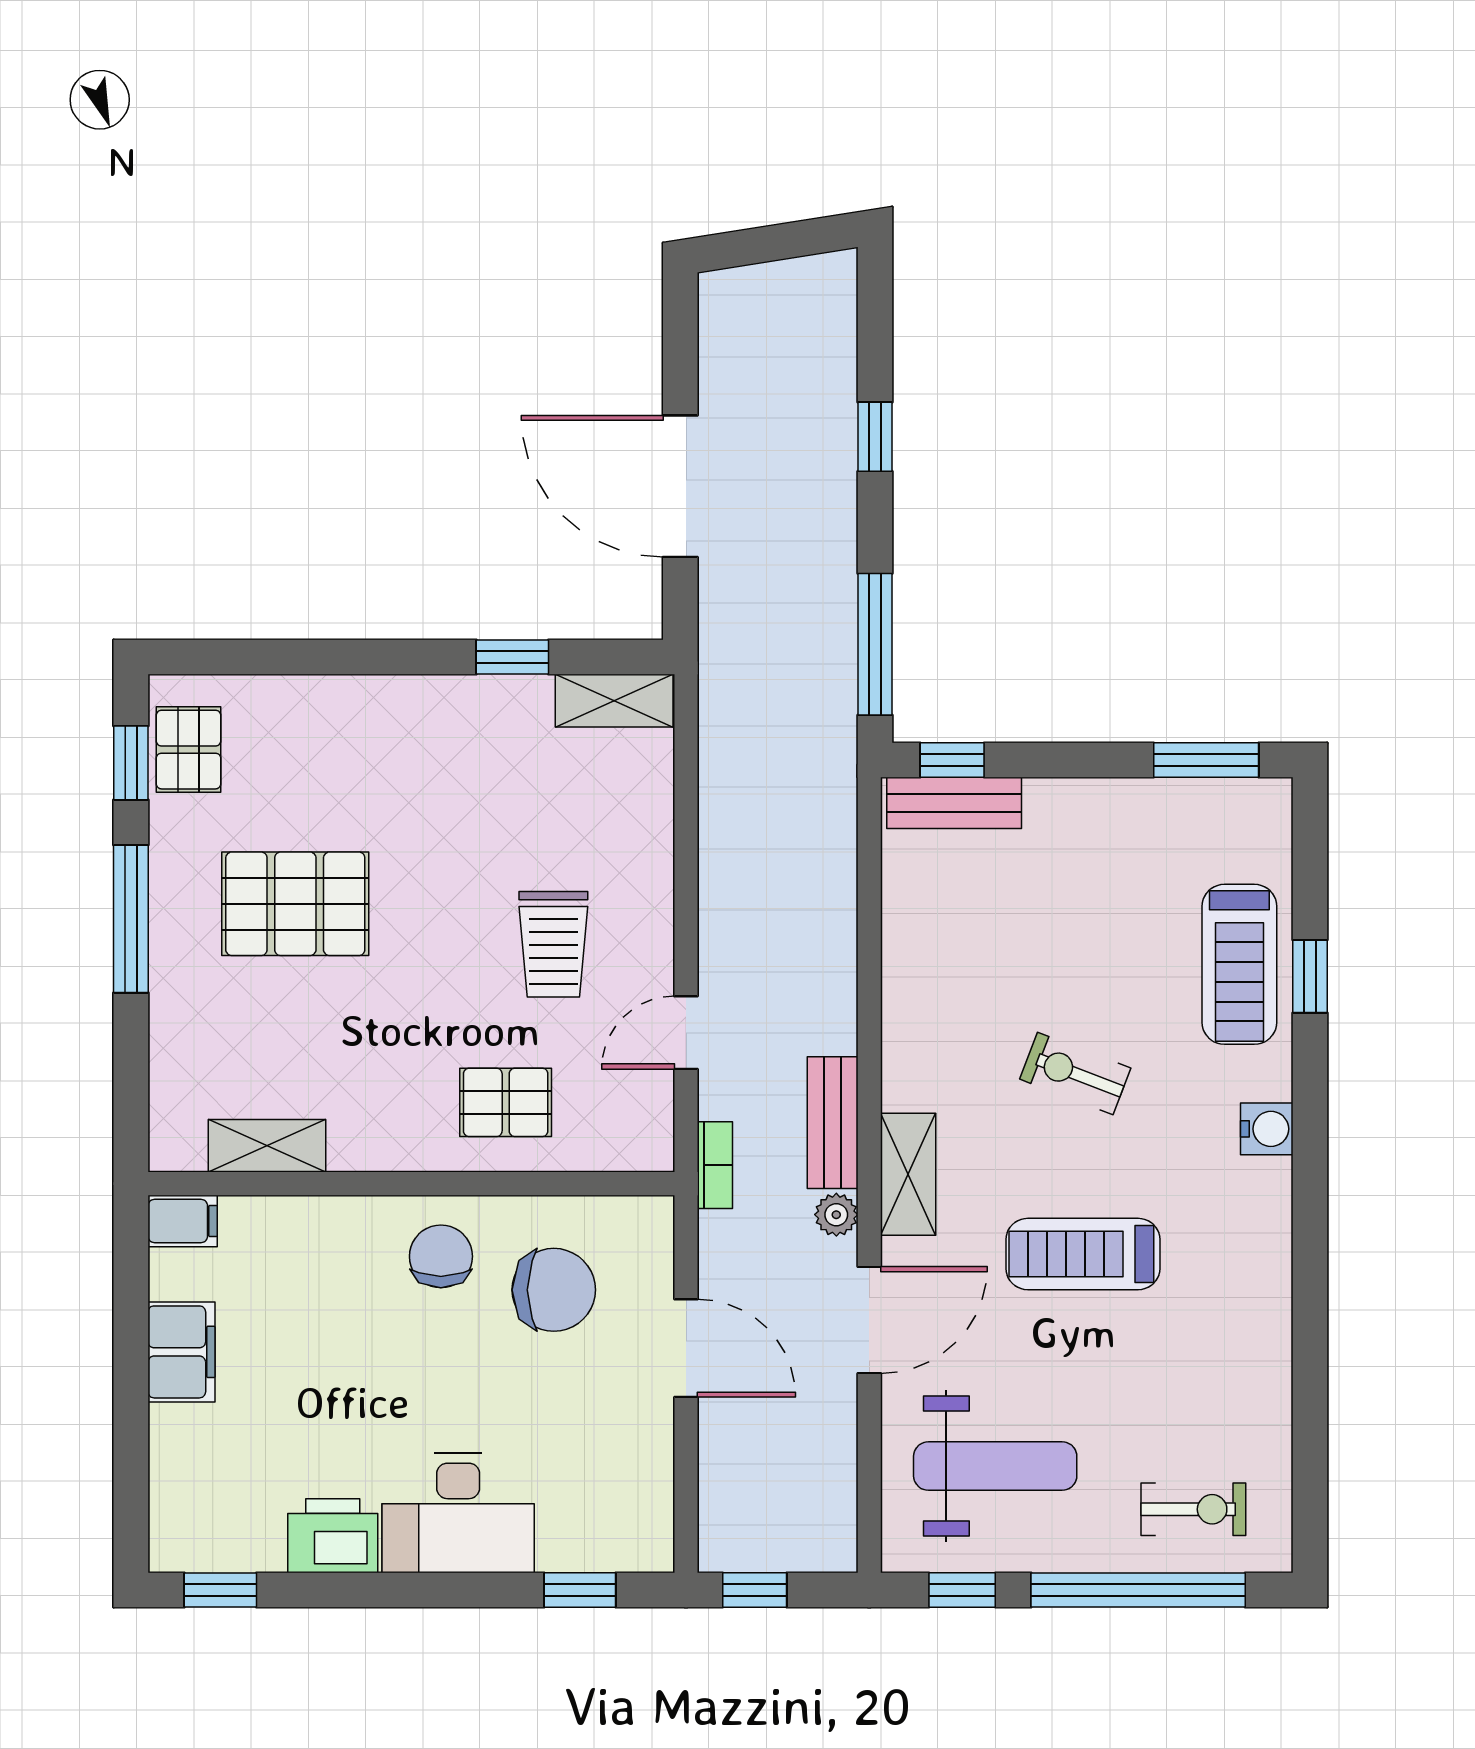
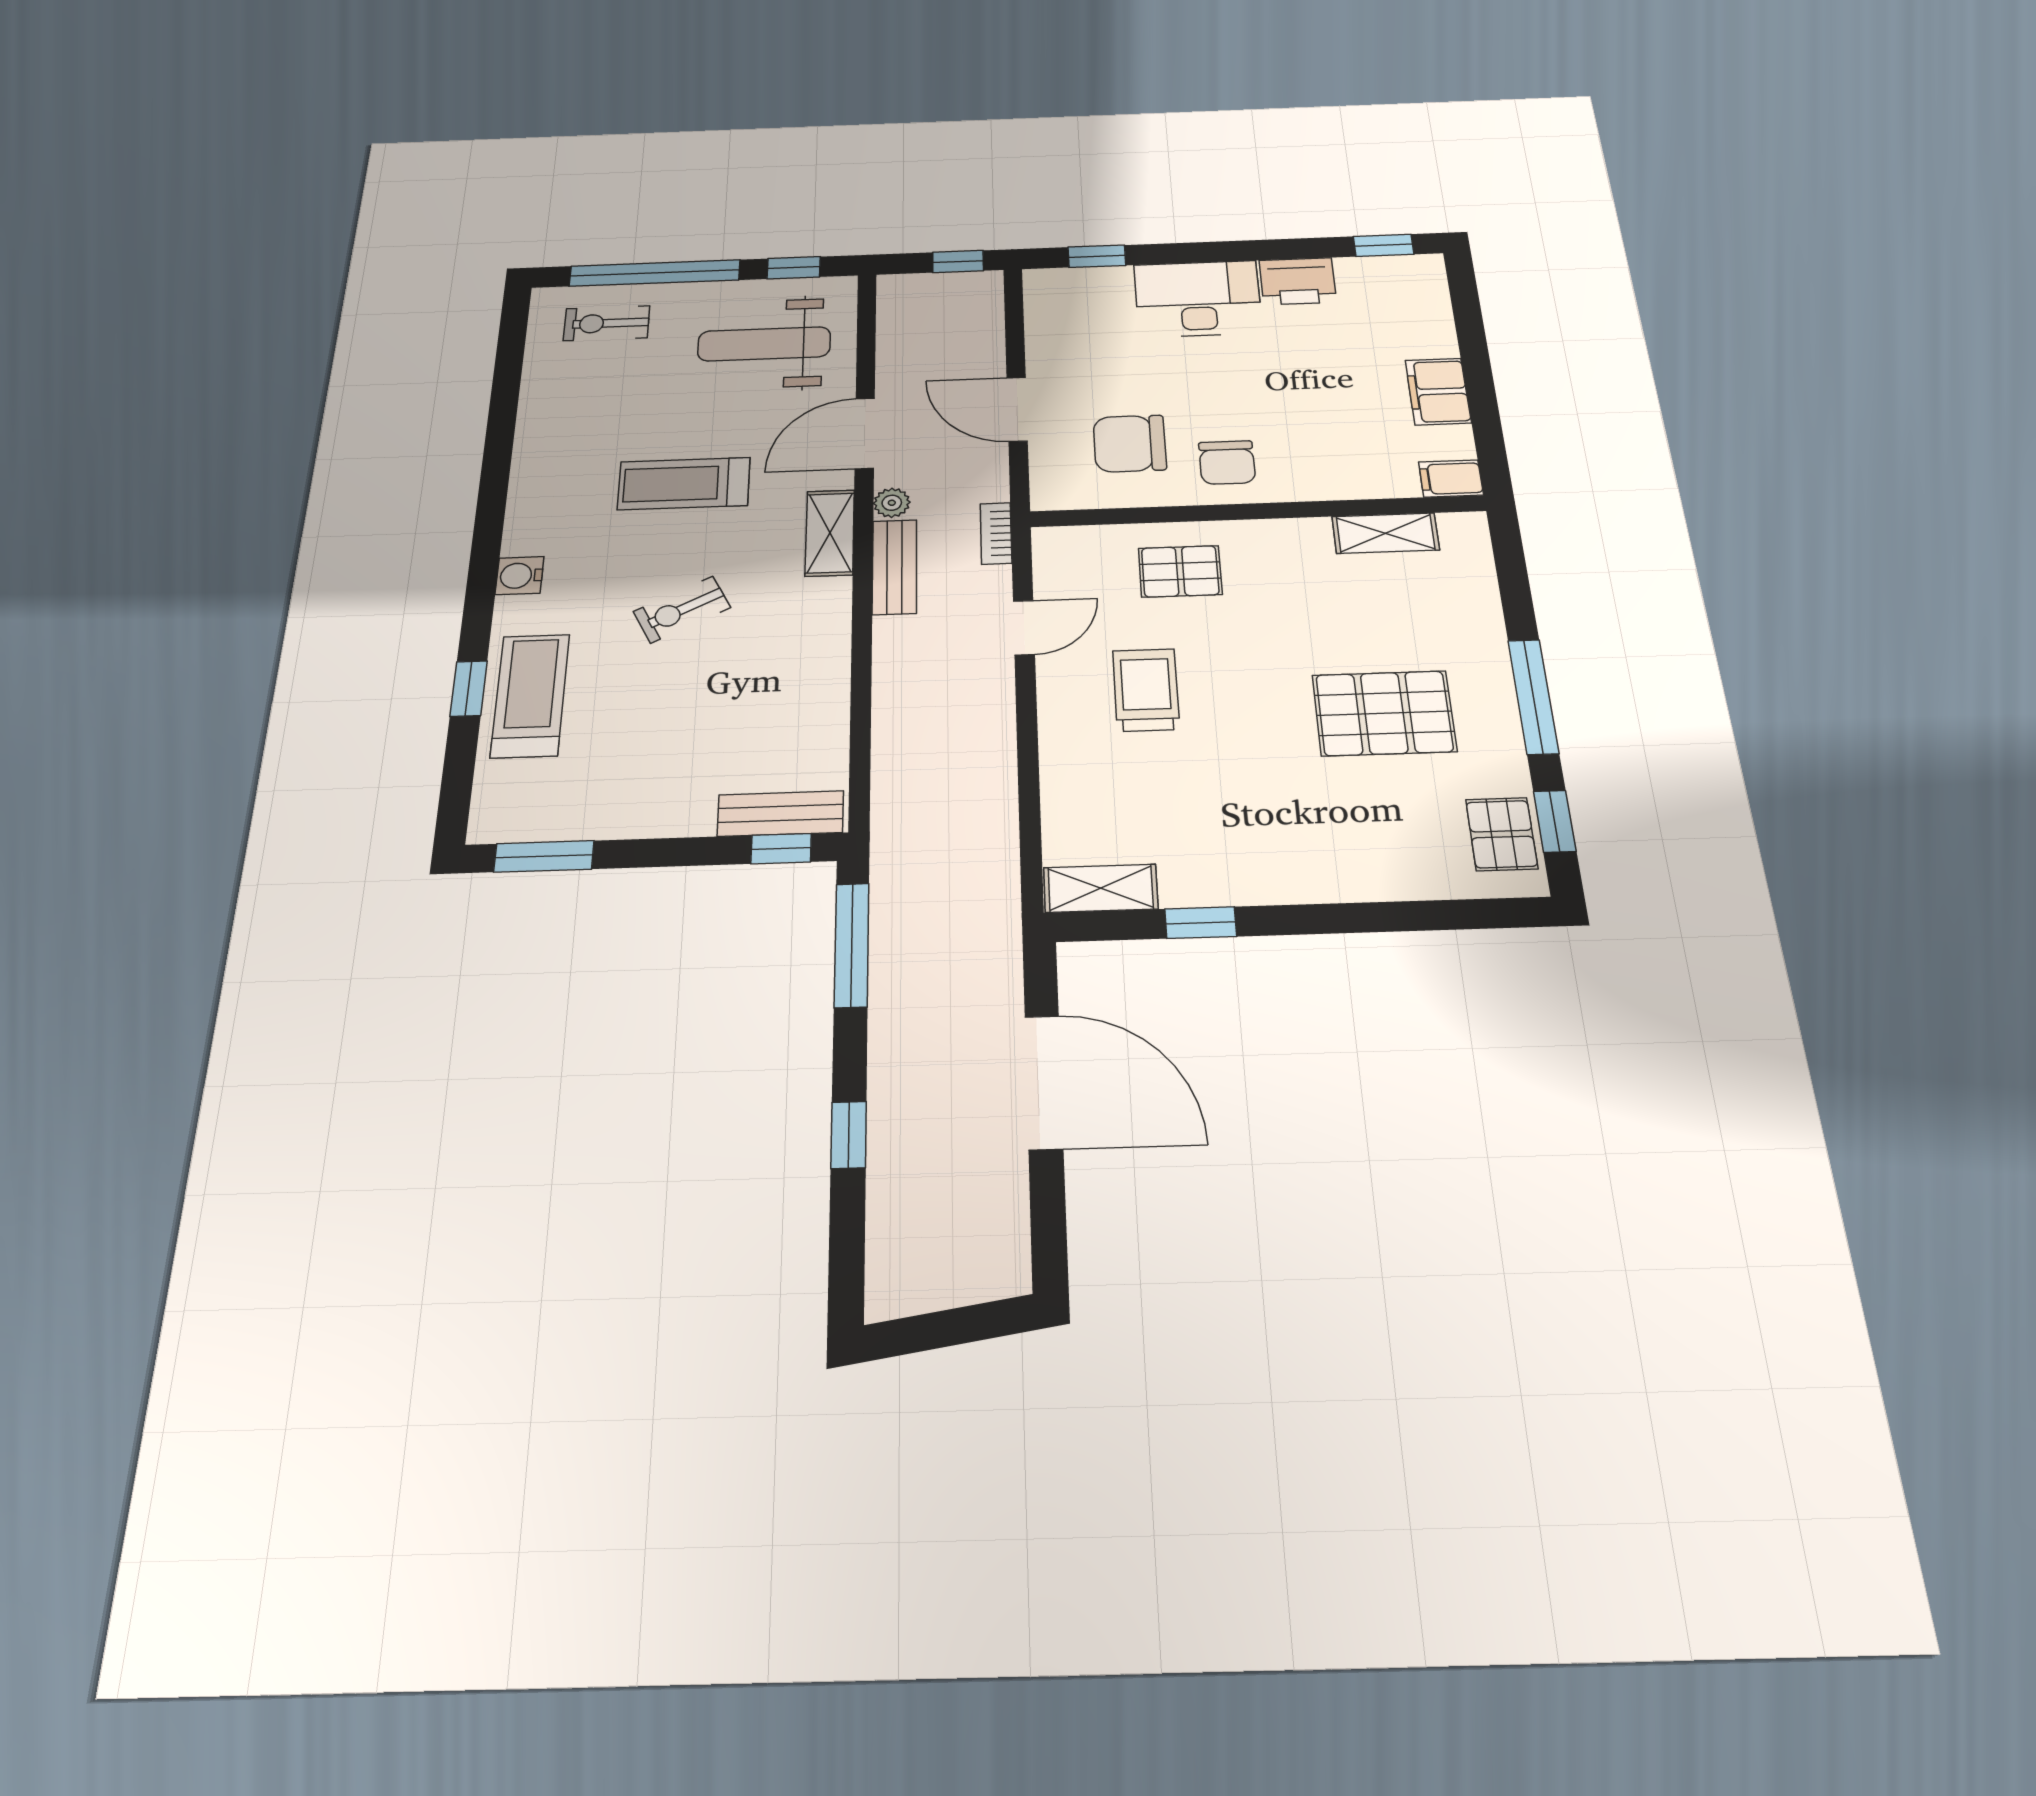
exercise bike: (1075, 1074) -> (682, 609), turned 132
treadmill: (1083, 1254) -> (684, 484), turned 180

